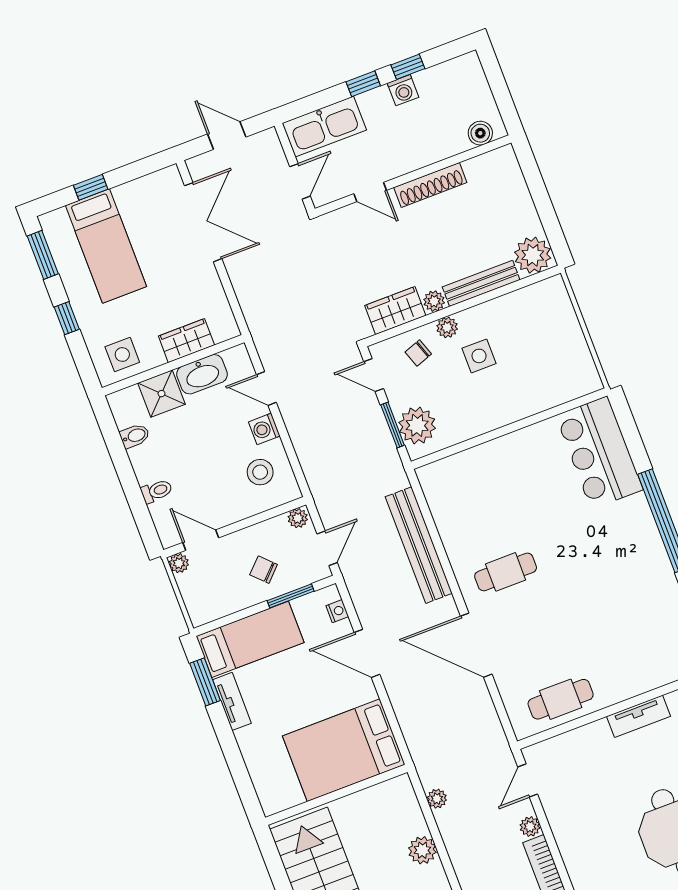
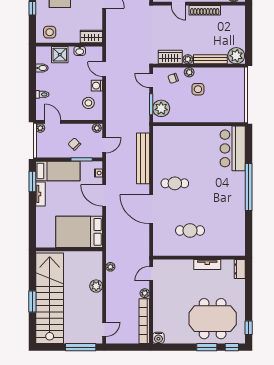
wardrobe: (186, 341) -> (91, 37), moved
washbasin: (202, 374) -> (80, 51), width x0.52, depth x0.69
cafe table: (561, 699) -> (190, 231), moved

